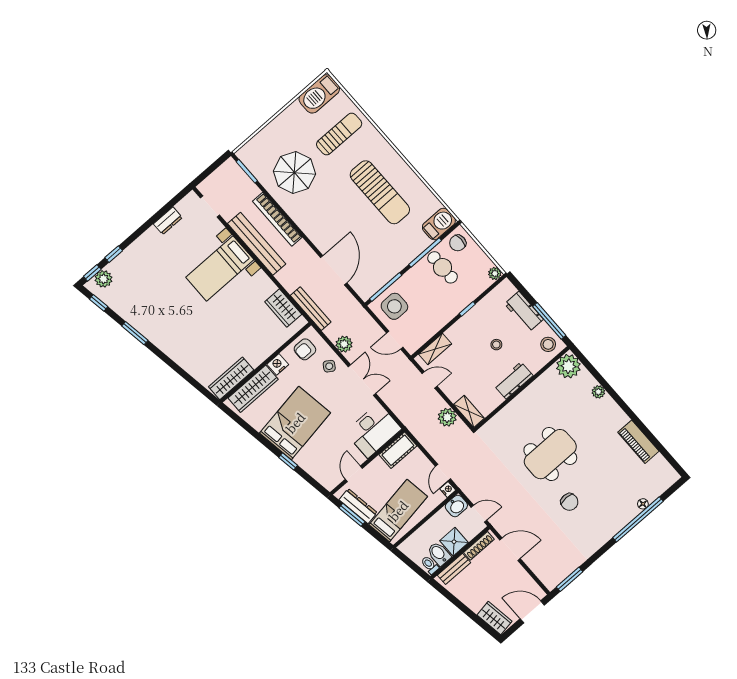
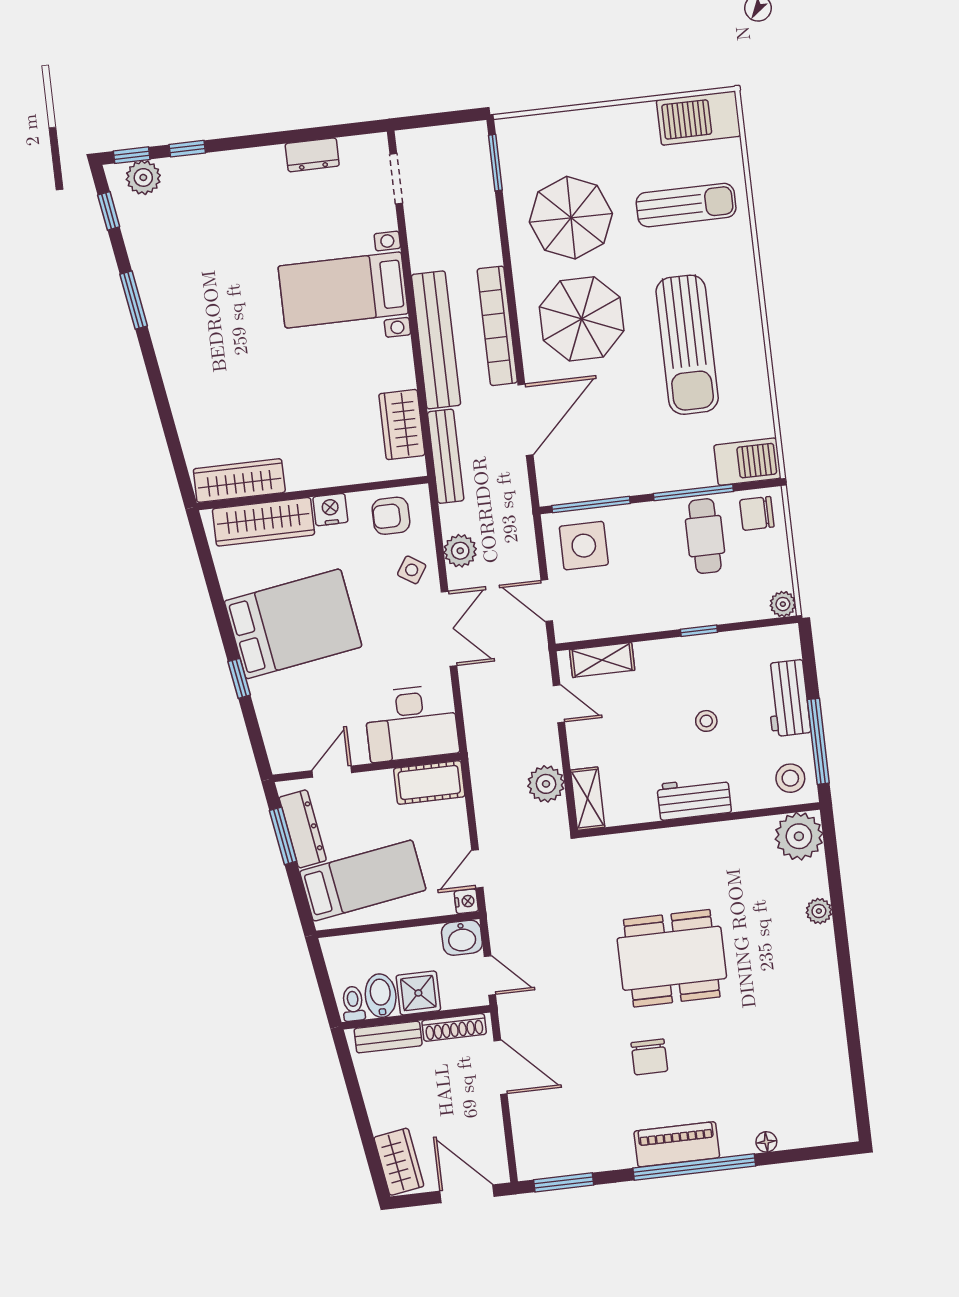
parasol: (328, 212) -> (582, 319), added
bookcase: (277, 219) -> (497, 326), moved
bench: (257, 244) -> (436, 340), moved
piano: (638, 442) -> (677, 1144), moved, turned 90
window: (638, 519) -> (694, 1167), moved

